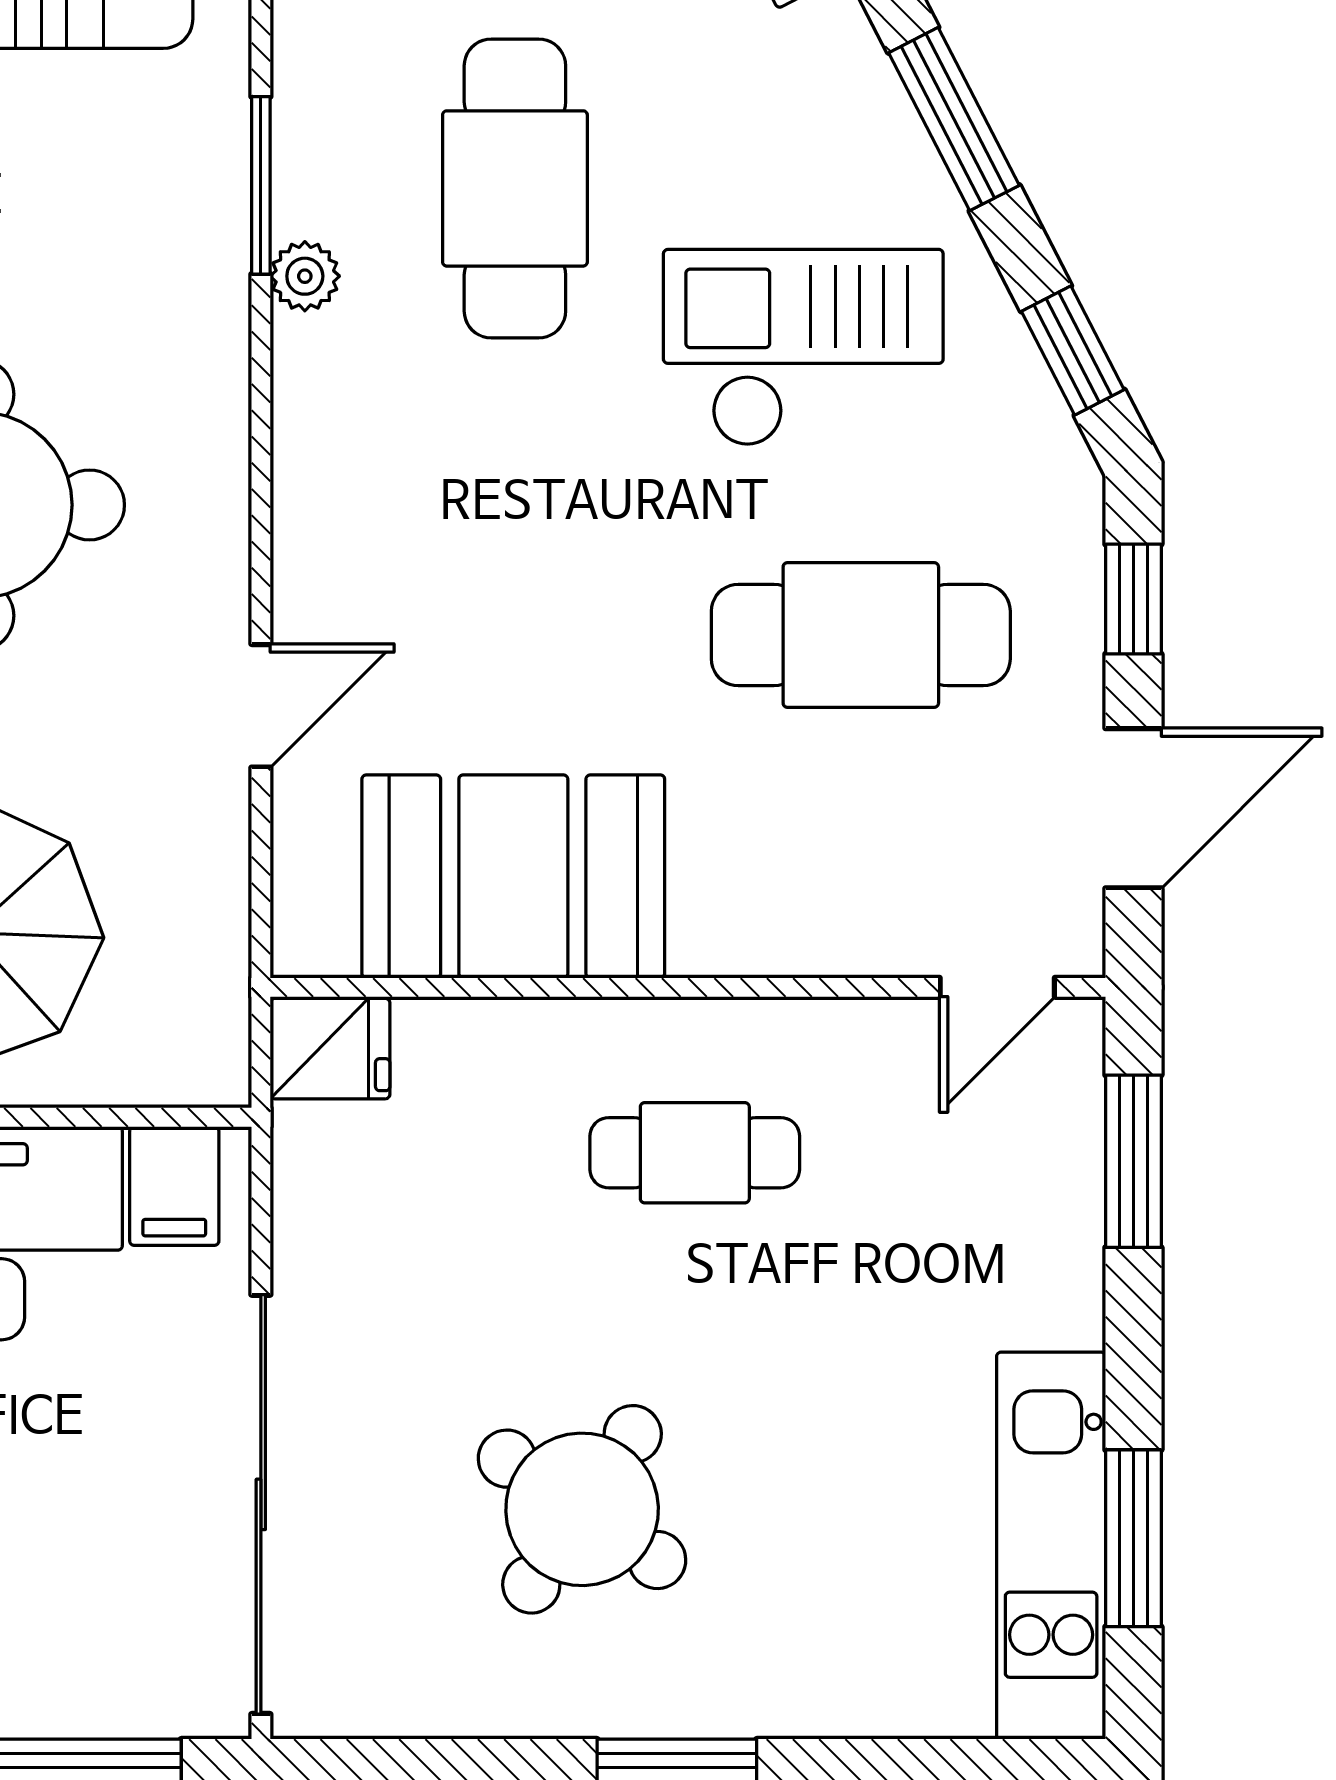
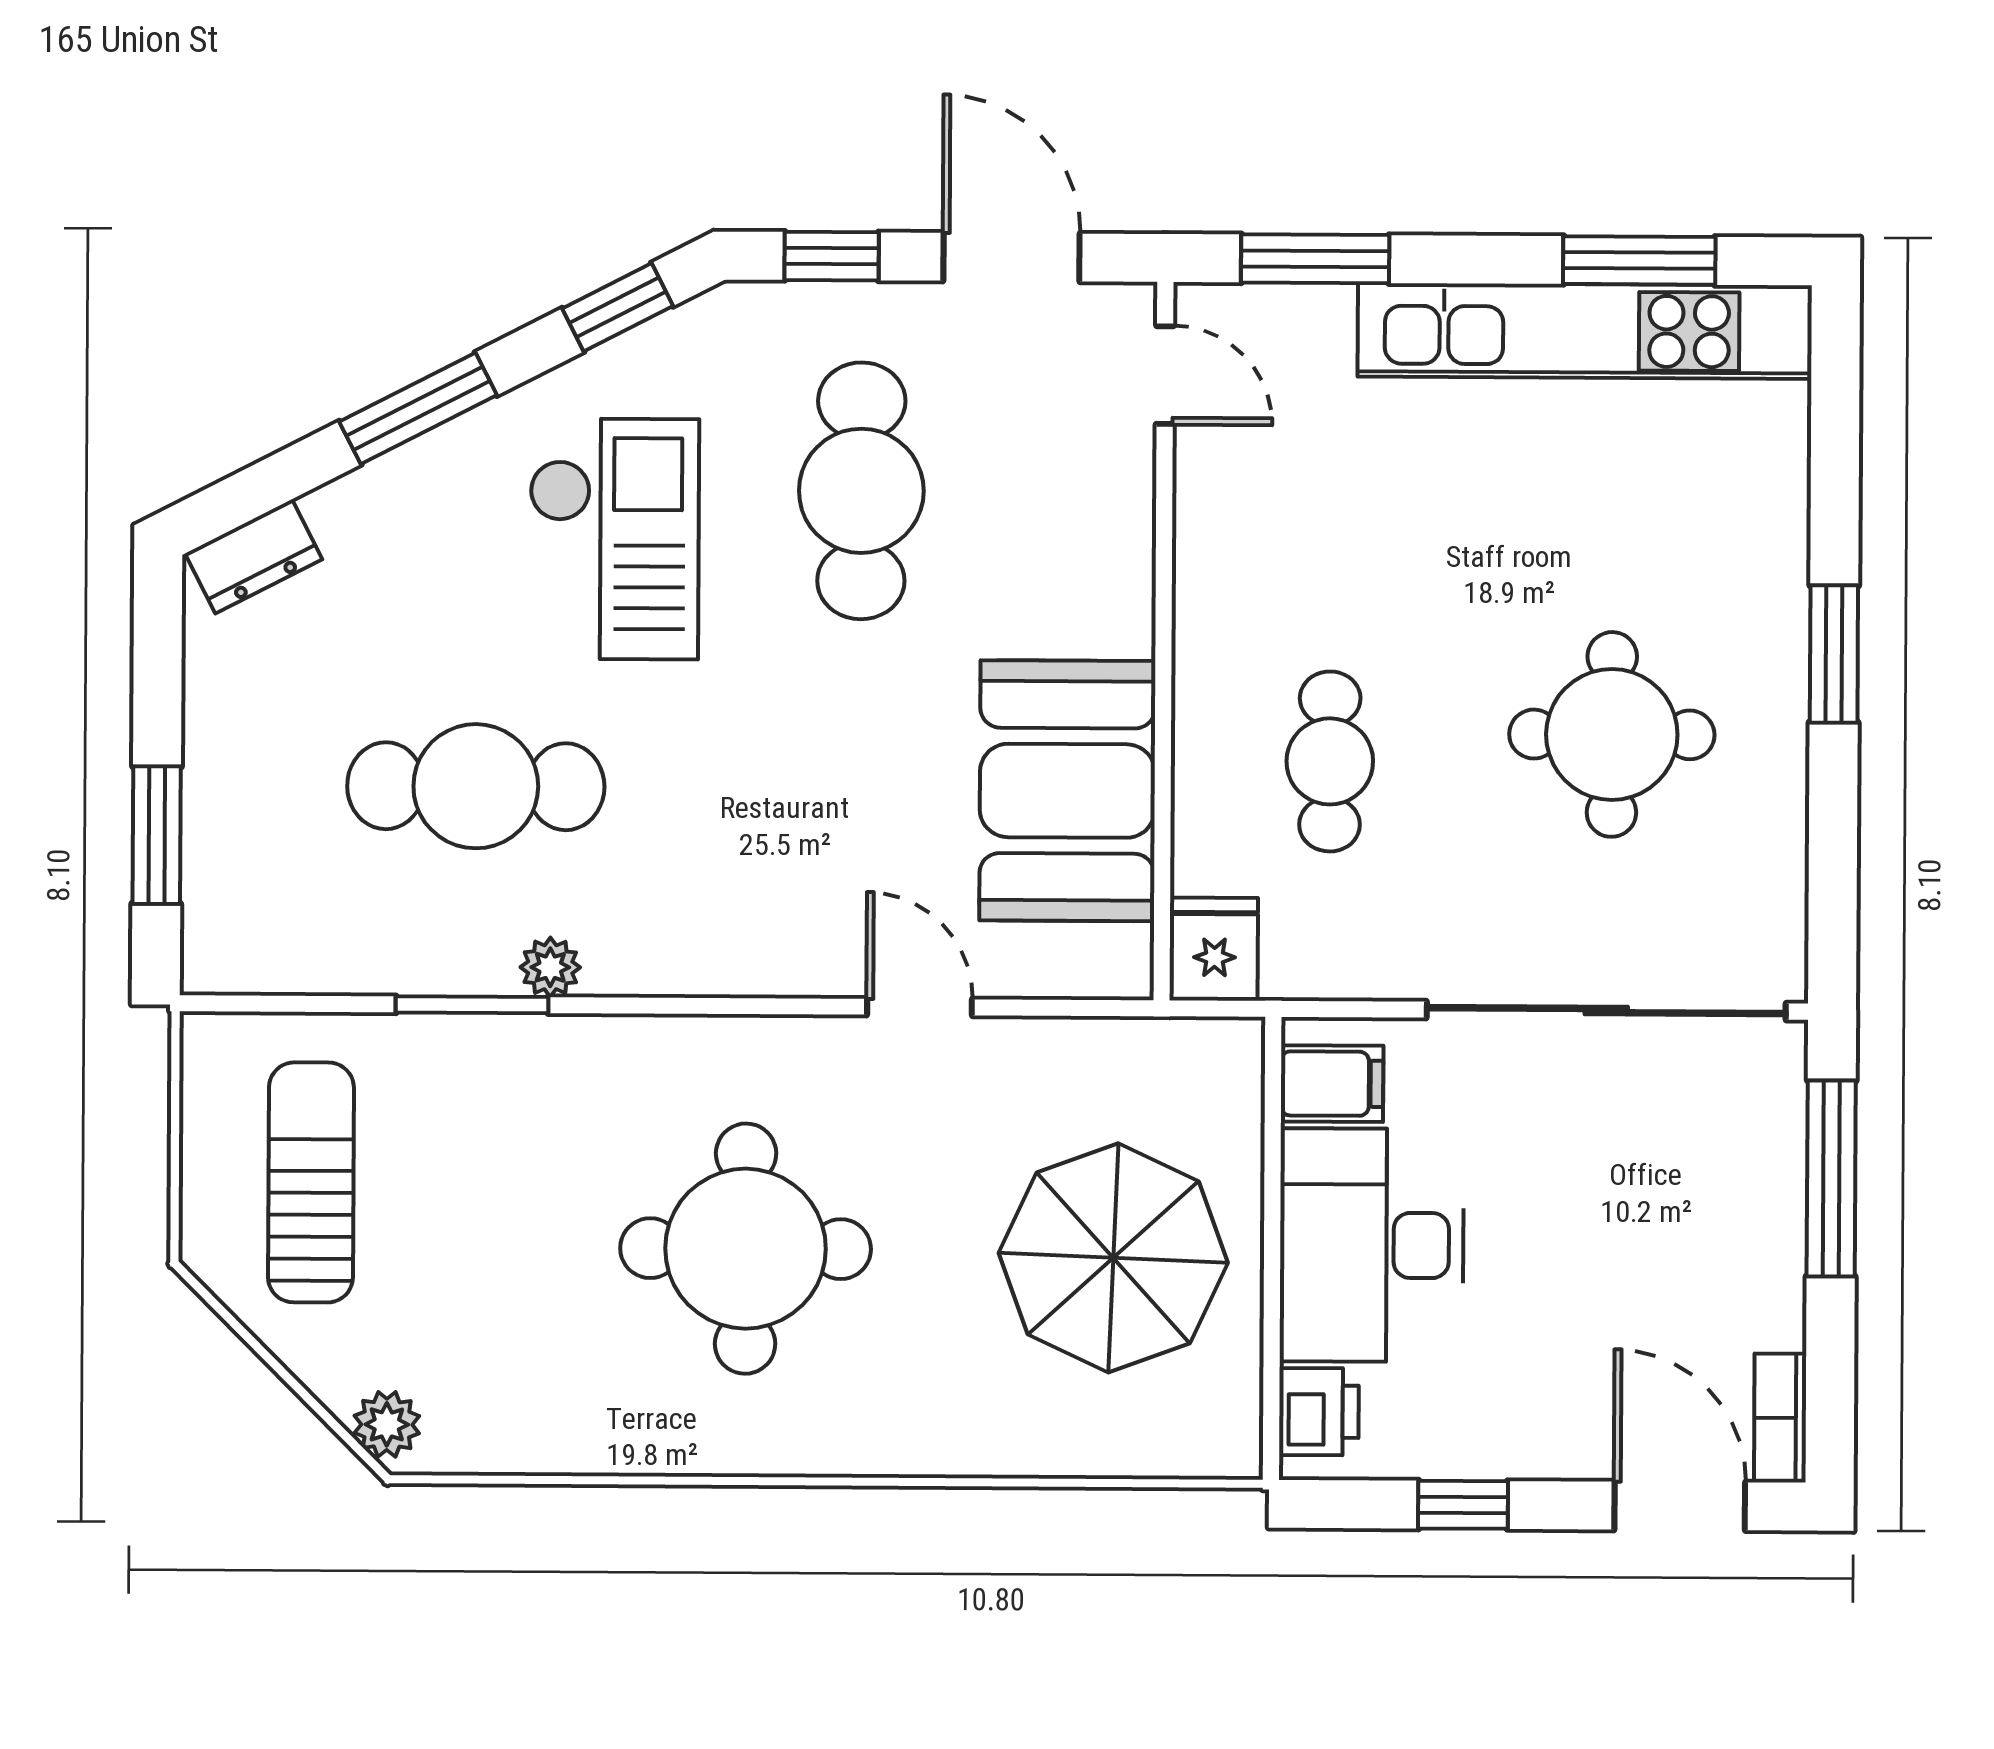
checkout: (803, 348) -> (614, 539), turned 180
cafe table: (695, 1153) -> (1330, 761), moved
round table: (582, 1509) -> (1612, 734), turned -34
kitchen unit: (1051, 1546) -> (1585, 331), width x1.36

